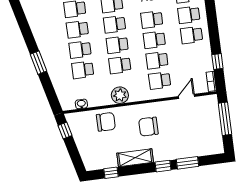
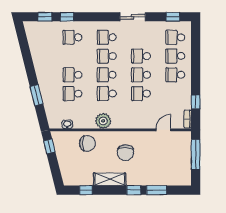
school desk: (77, 29) -> (72, 56), removed
window: (38, 63) -> (37, 95), moved
school desk: (160, 81) -> (141, 112), removed
chair: (148, 127) -> (125, 153), turned -90

